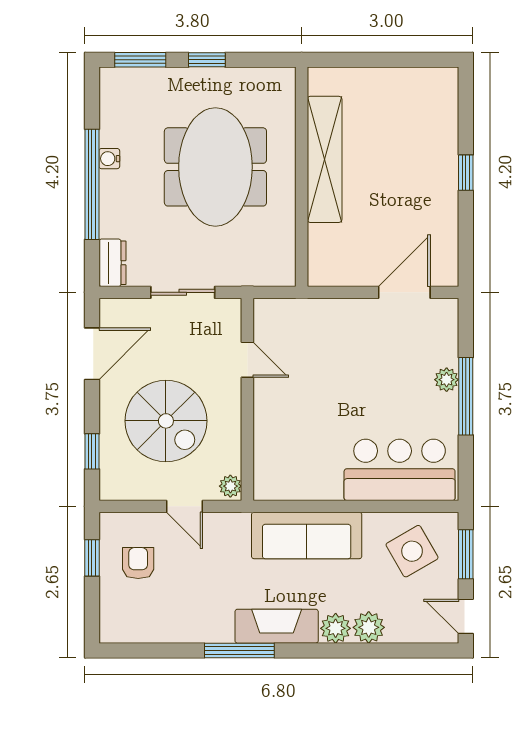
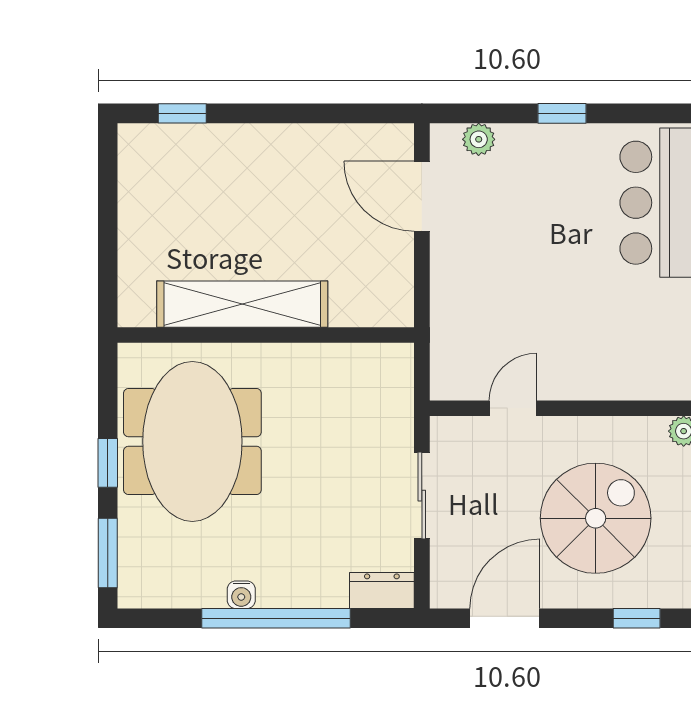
meeting table: (215, 167) -> (192, 441), moved, turned 90
window: (466, 173) -> (182, 113), moved
door: (92, 354) -> (505, 618), hinge flipped
plant: (447, 380) -> (479, 139), moved
window: (466, 396) -> (562, 113), width x0.46

